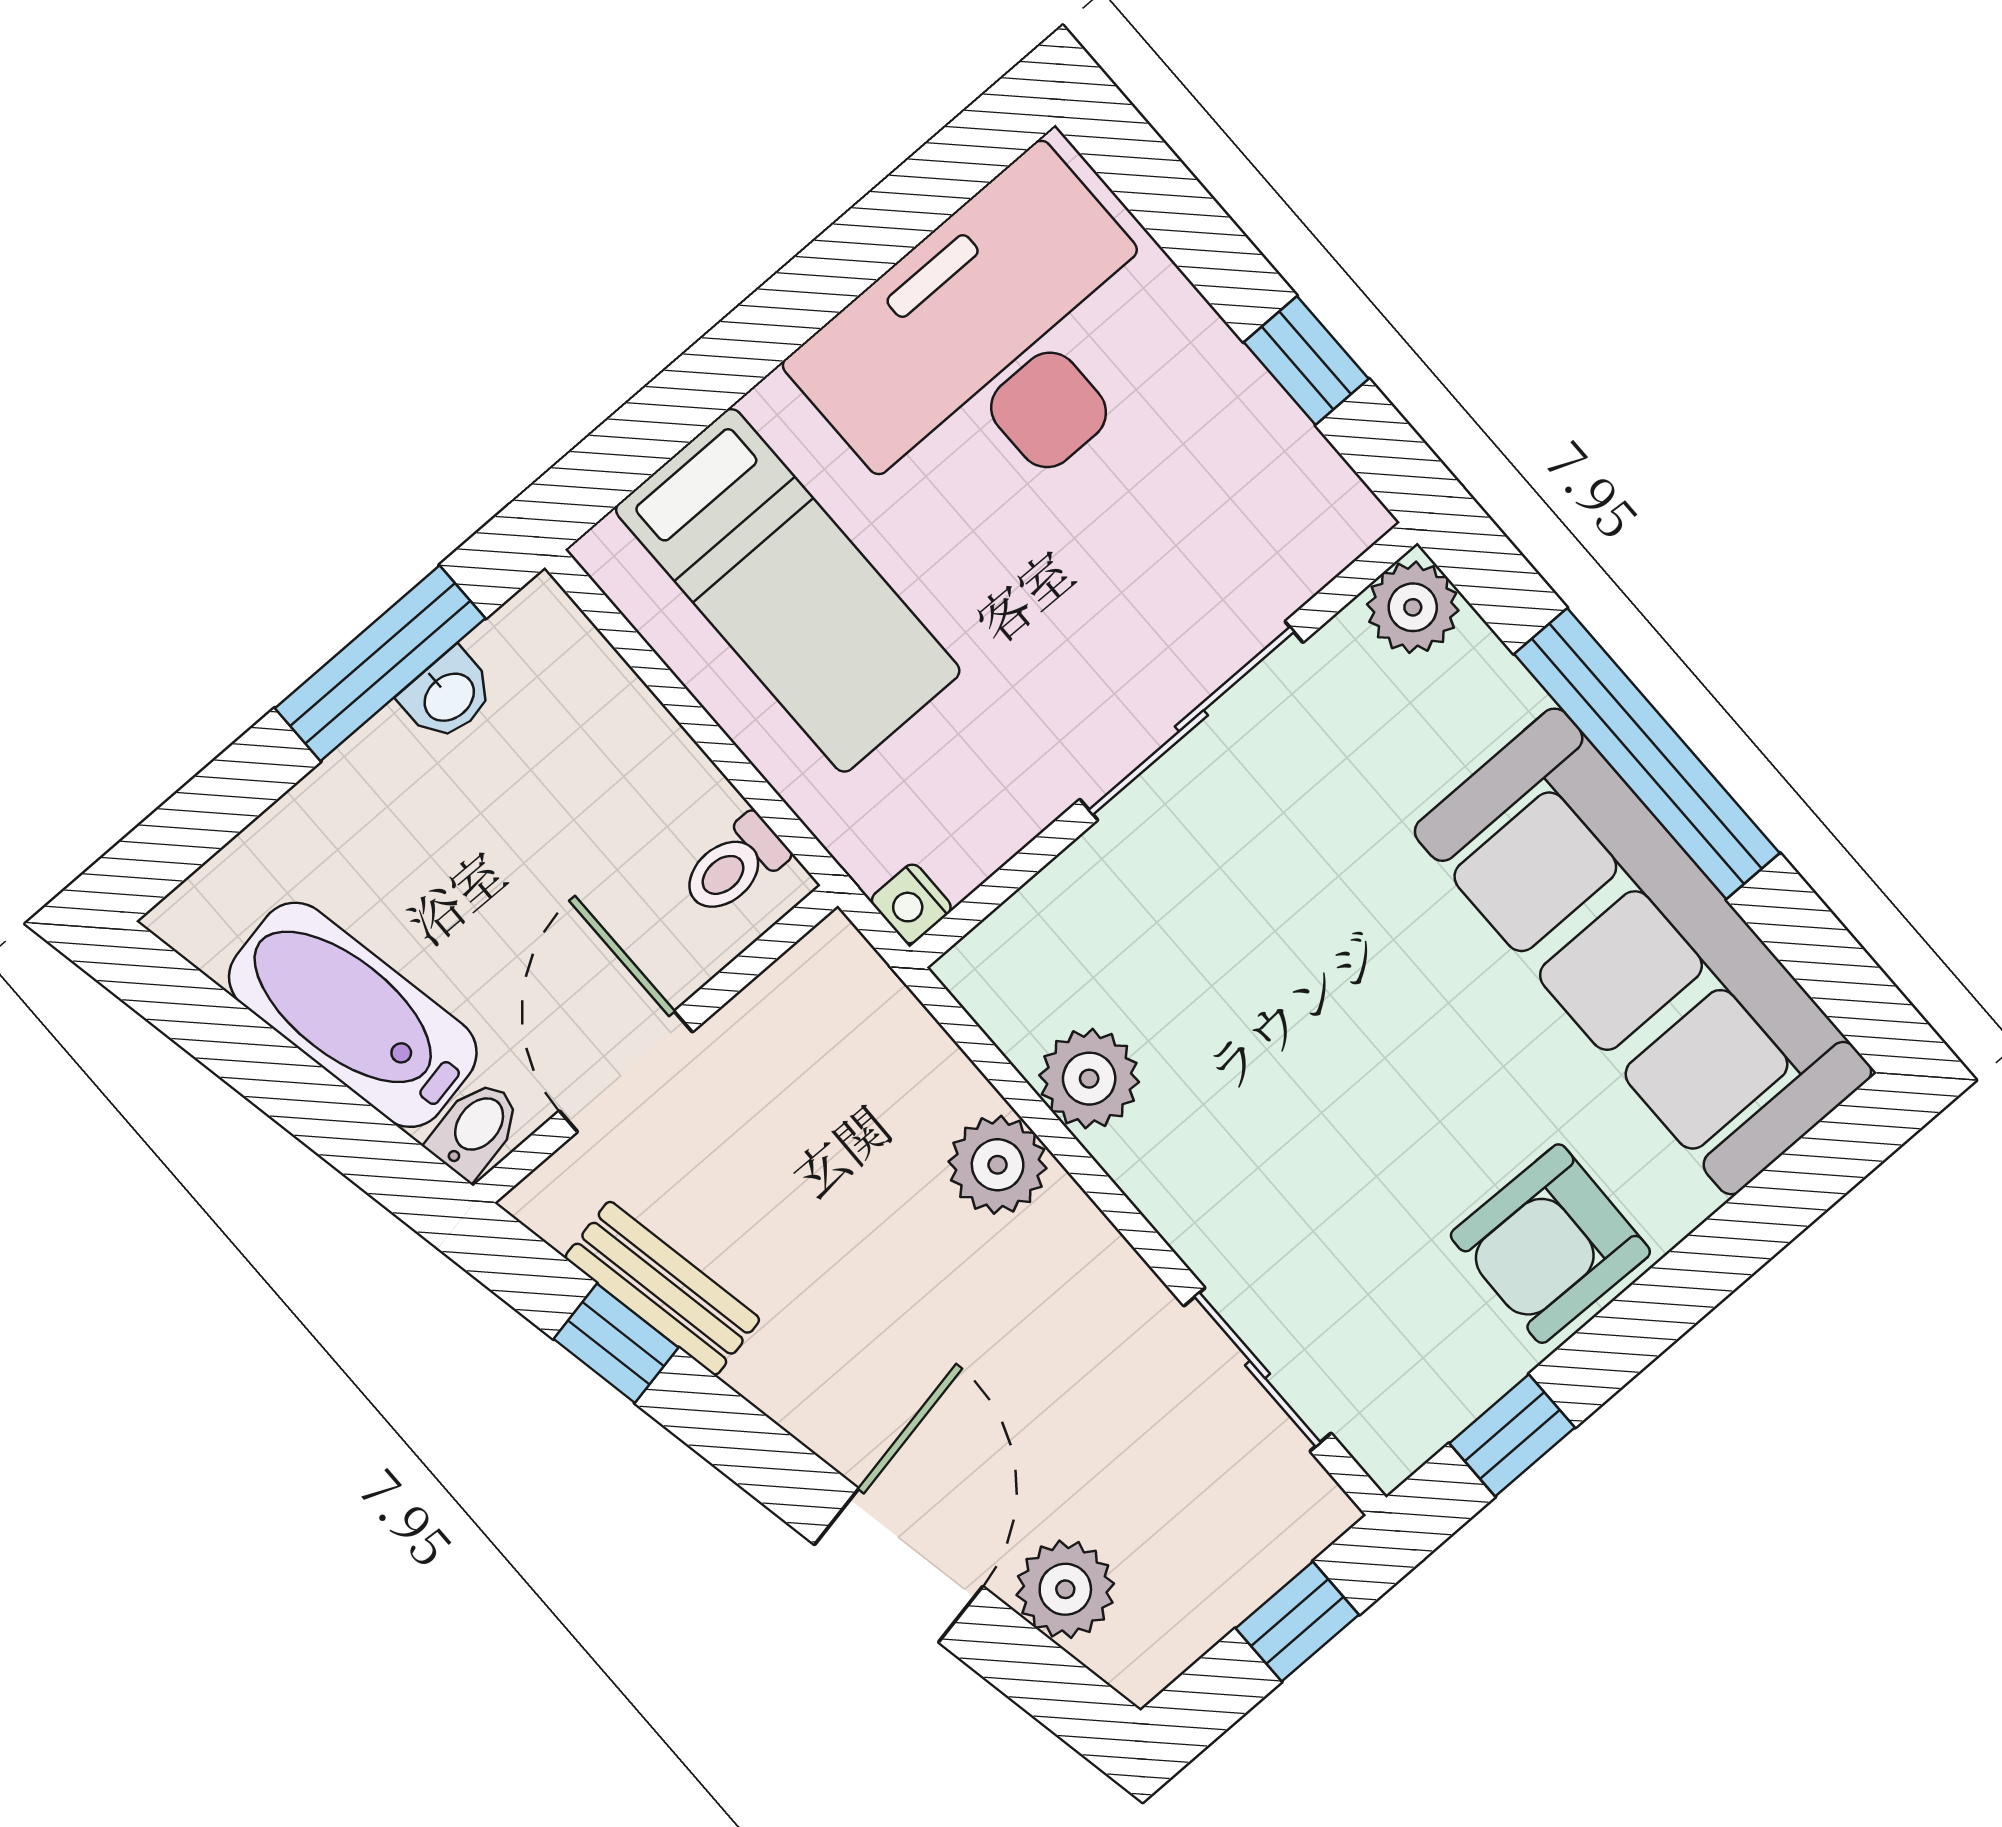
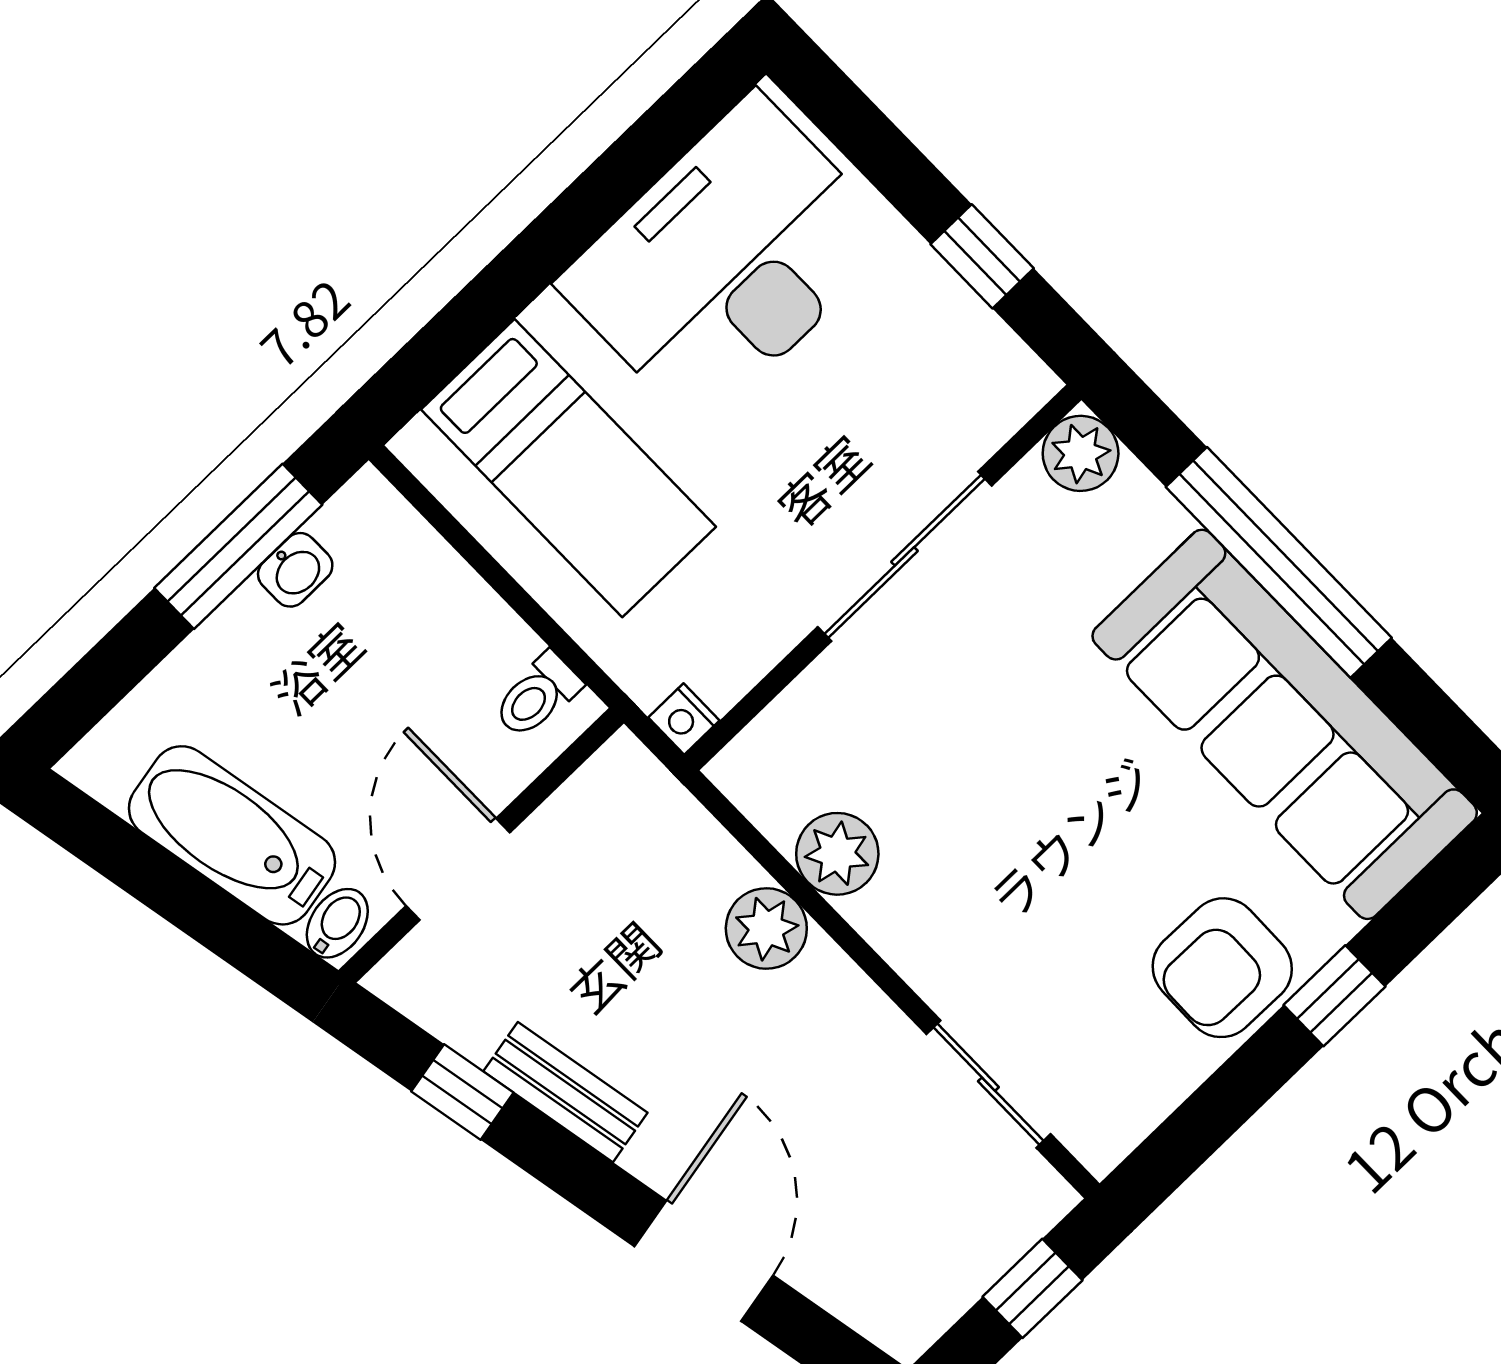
bench: (662, 1288) -> (565, 1092), moved
window: (1512, 1435) -> (1334, 996), moved
plant: (1065, 1589) -> (841, 1273), removed

